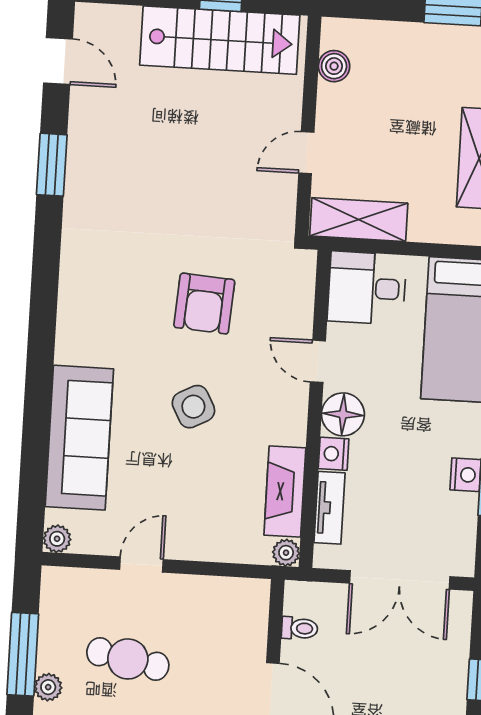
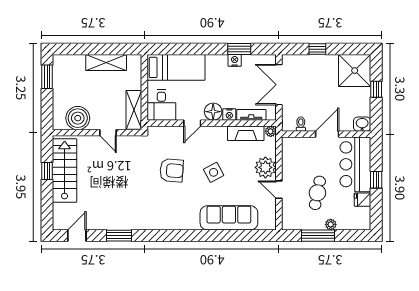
boiler: (334, 66) -> (78, 118), width x1.86, depth x1.86
plant: (57, 539) -> (265, 167), moved, width x1.87, depth x1.87
double door: (400, 580) -> (279, 85), swing flipped

